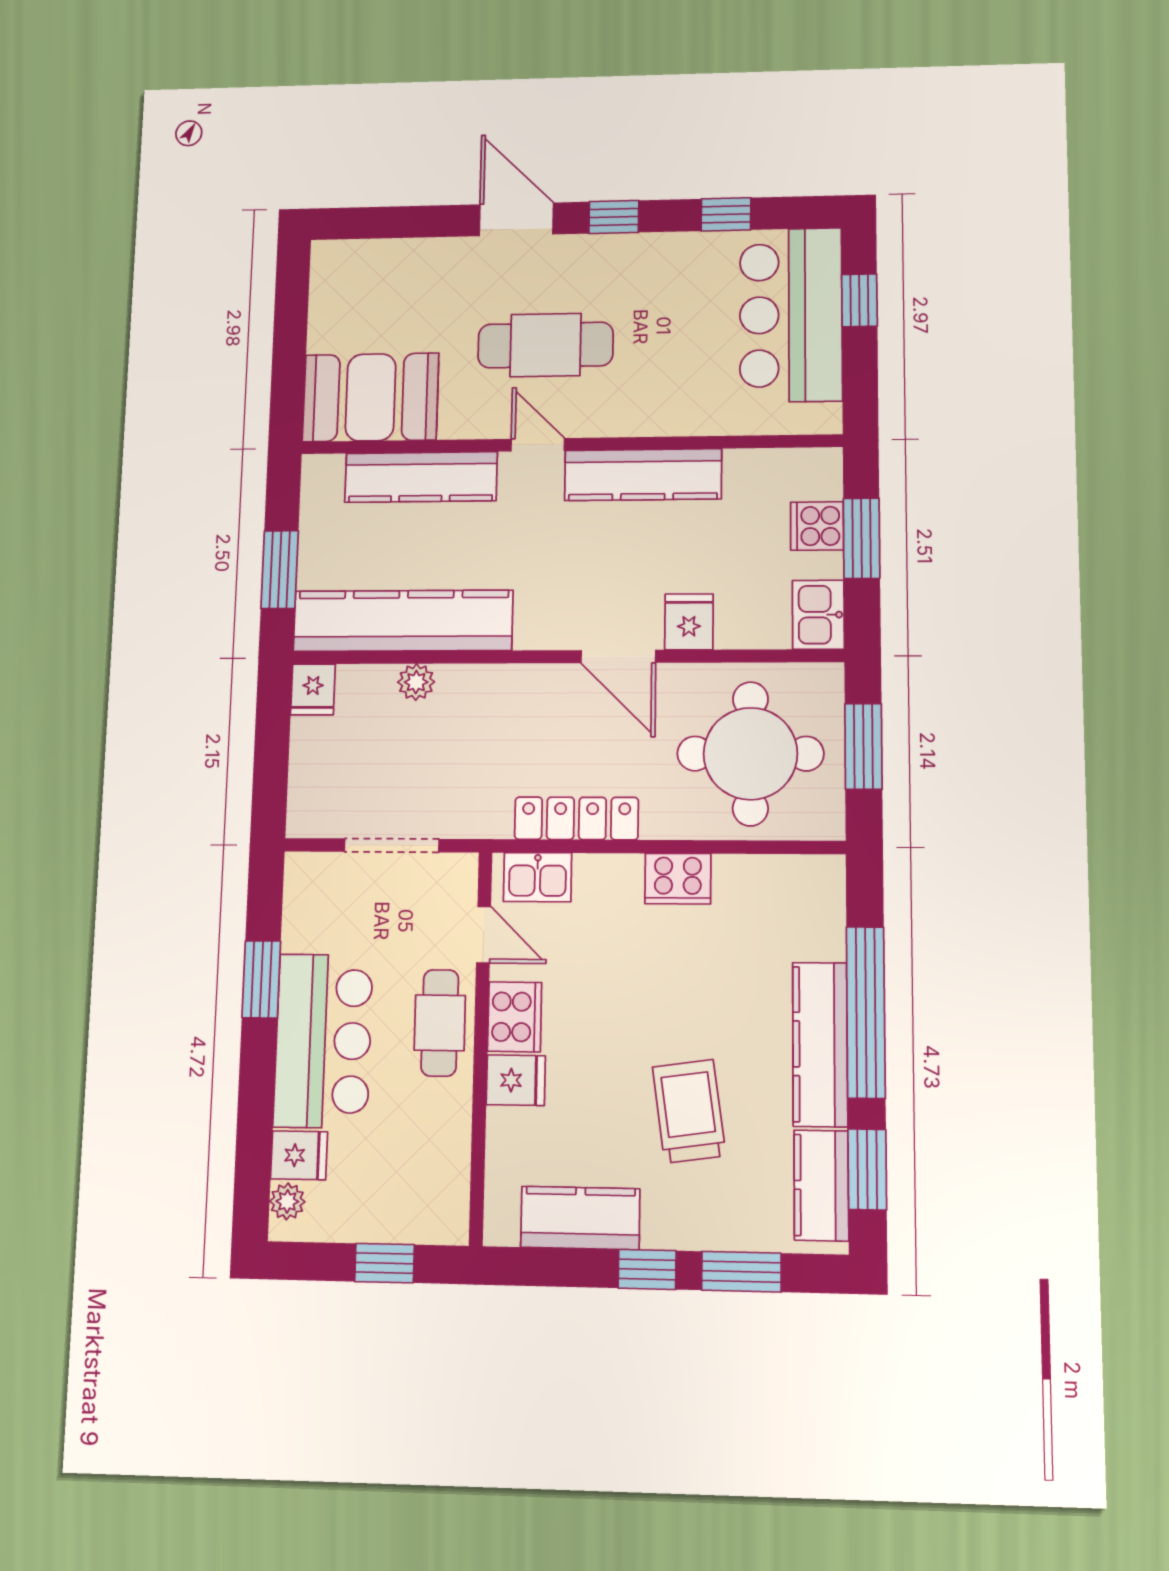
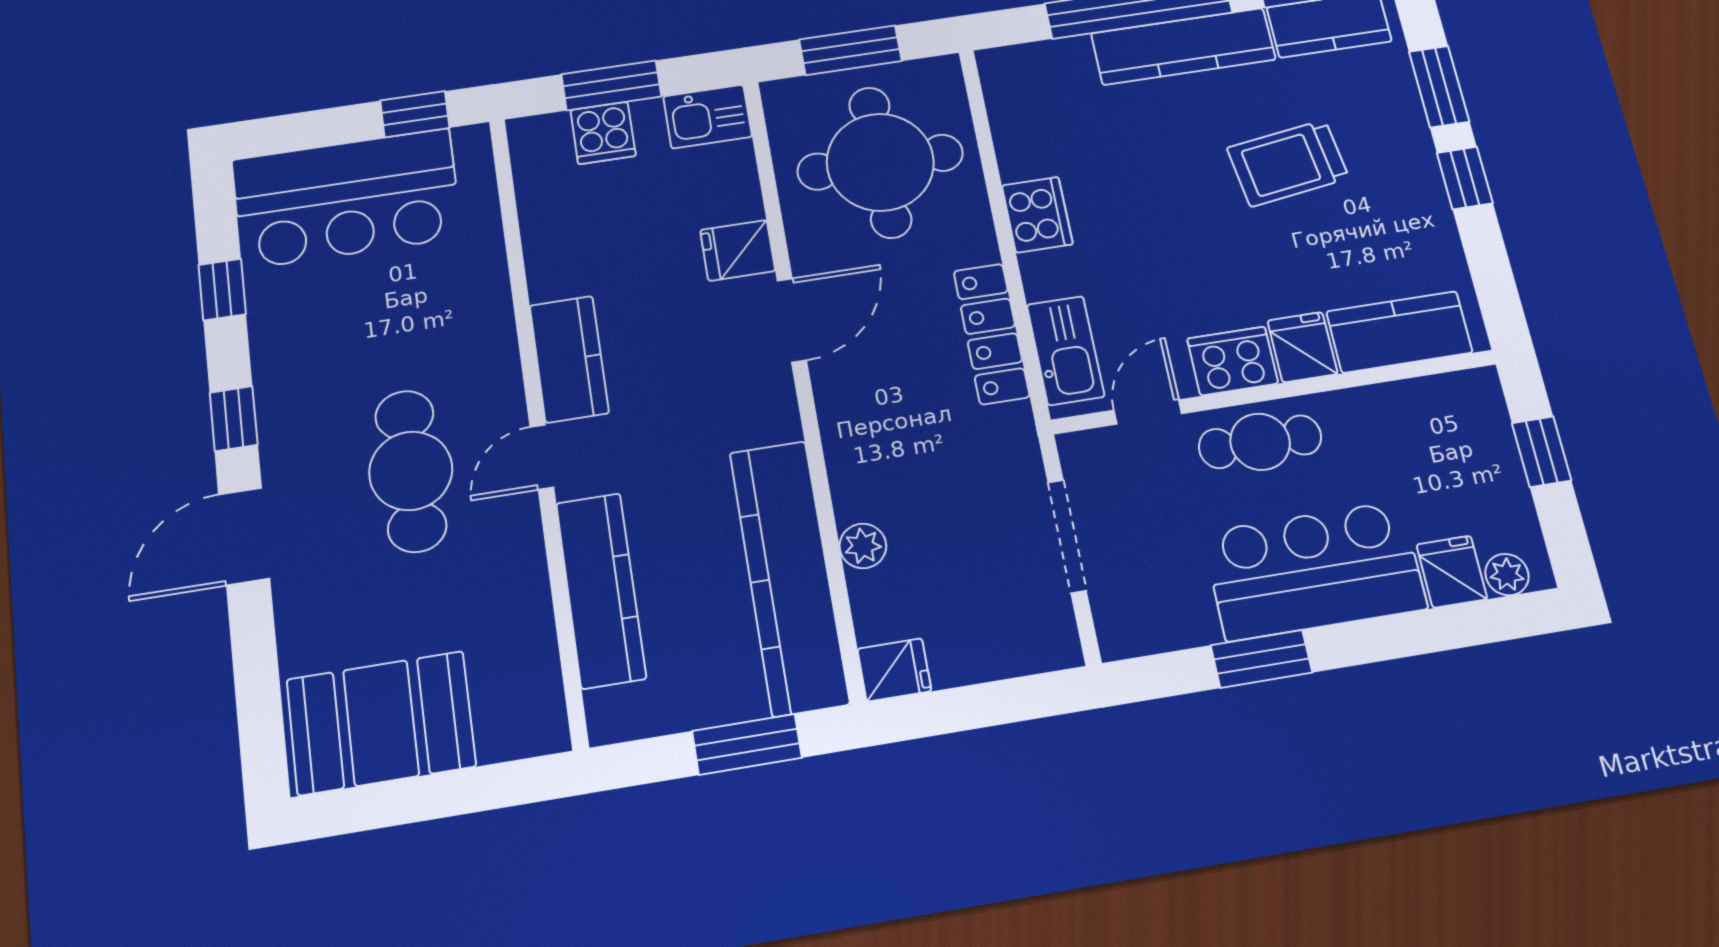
window: (859, 300) -> (415, 114), moved
booth: (371, 397) -> (381, 723), moved, turned 90
kitchen counter: (643, 475) -> (569, 359), width x0.67
kitchen sink: (537, 877) -> (1066, 351), width x1.38
kitchen counter: (580, 1218) -> (1399, 332), moved, turned 90

